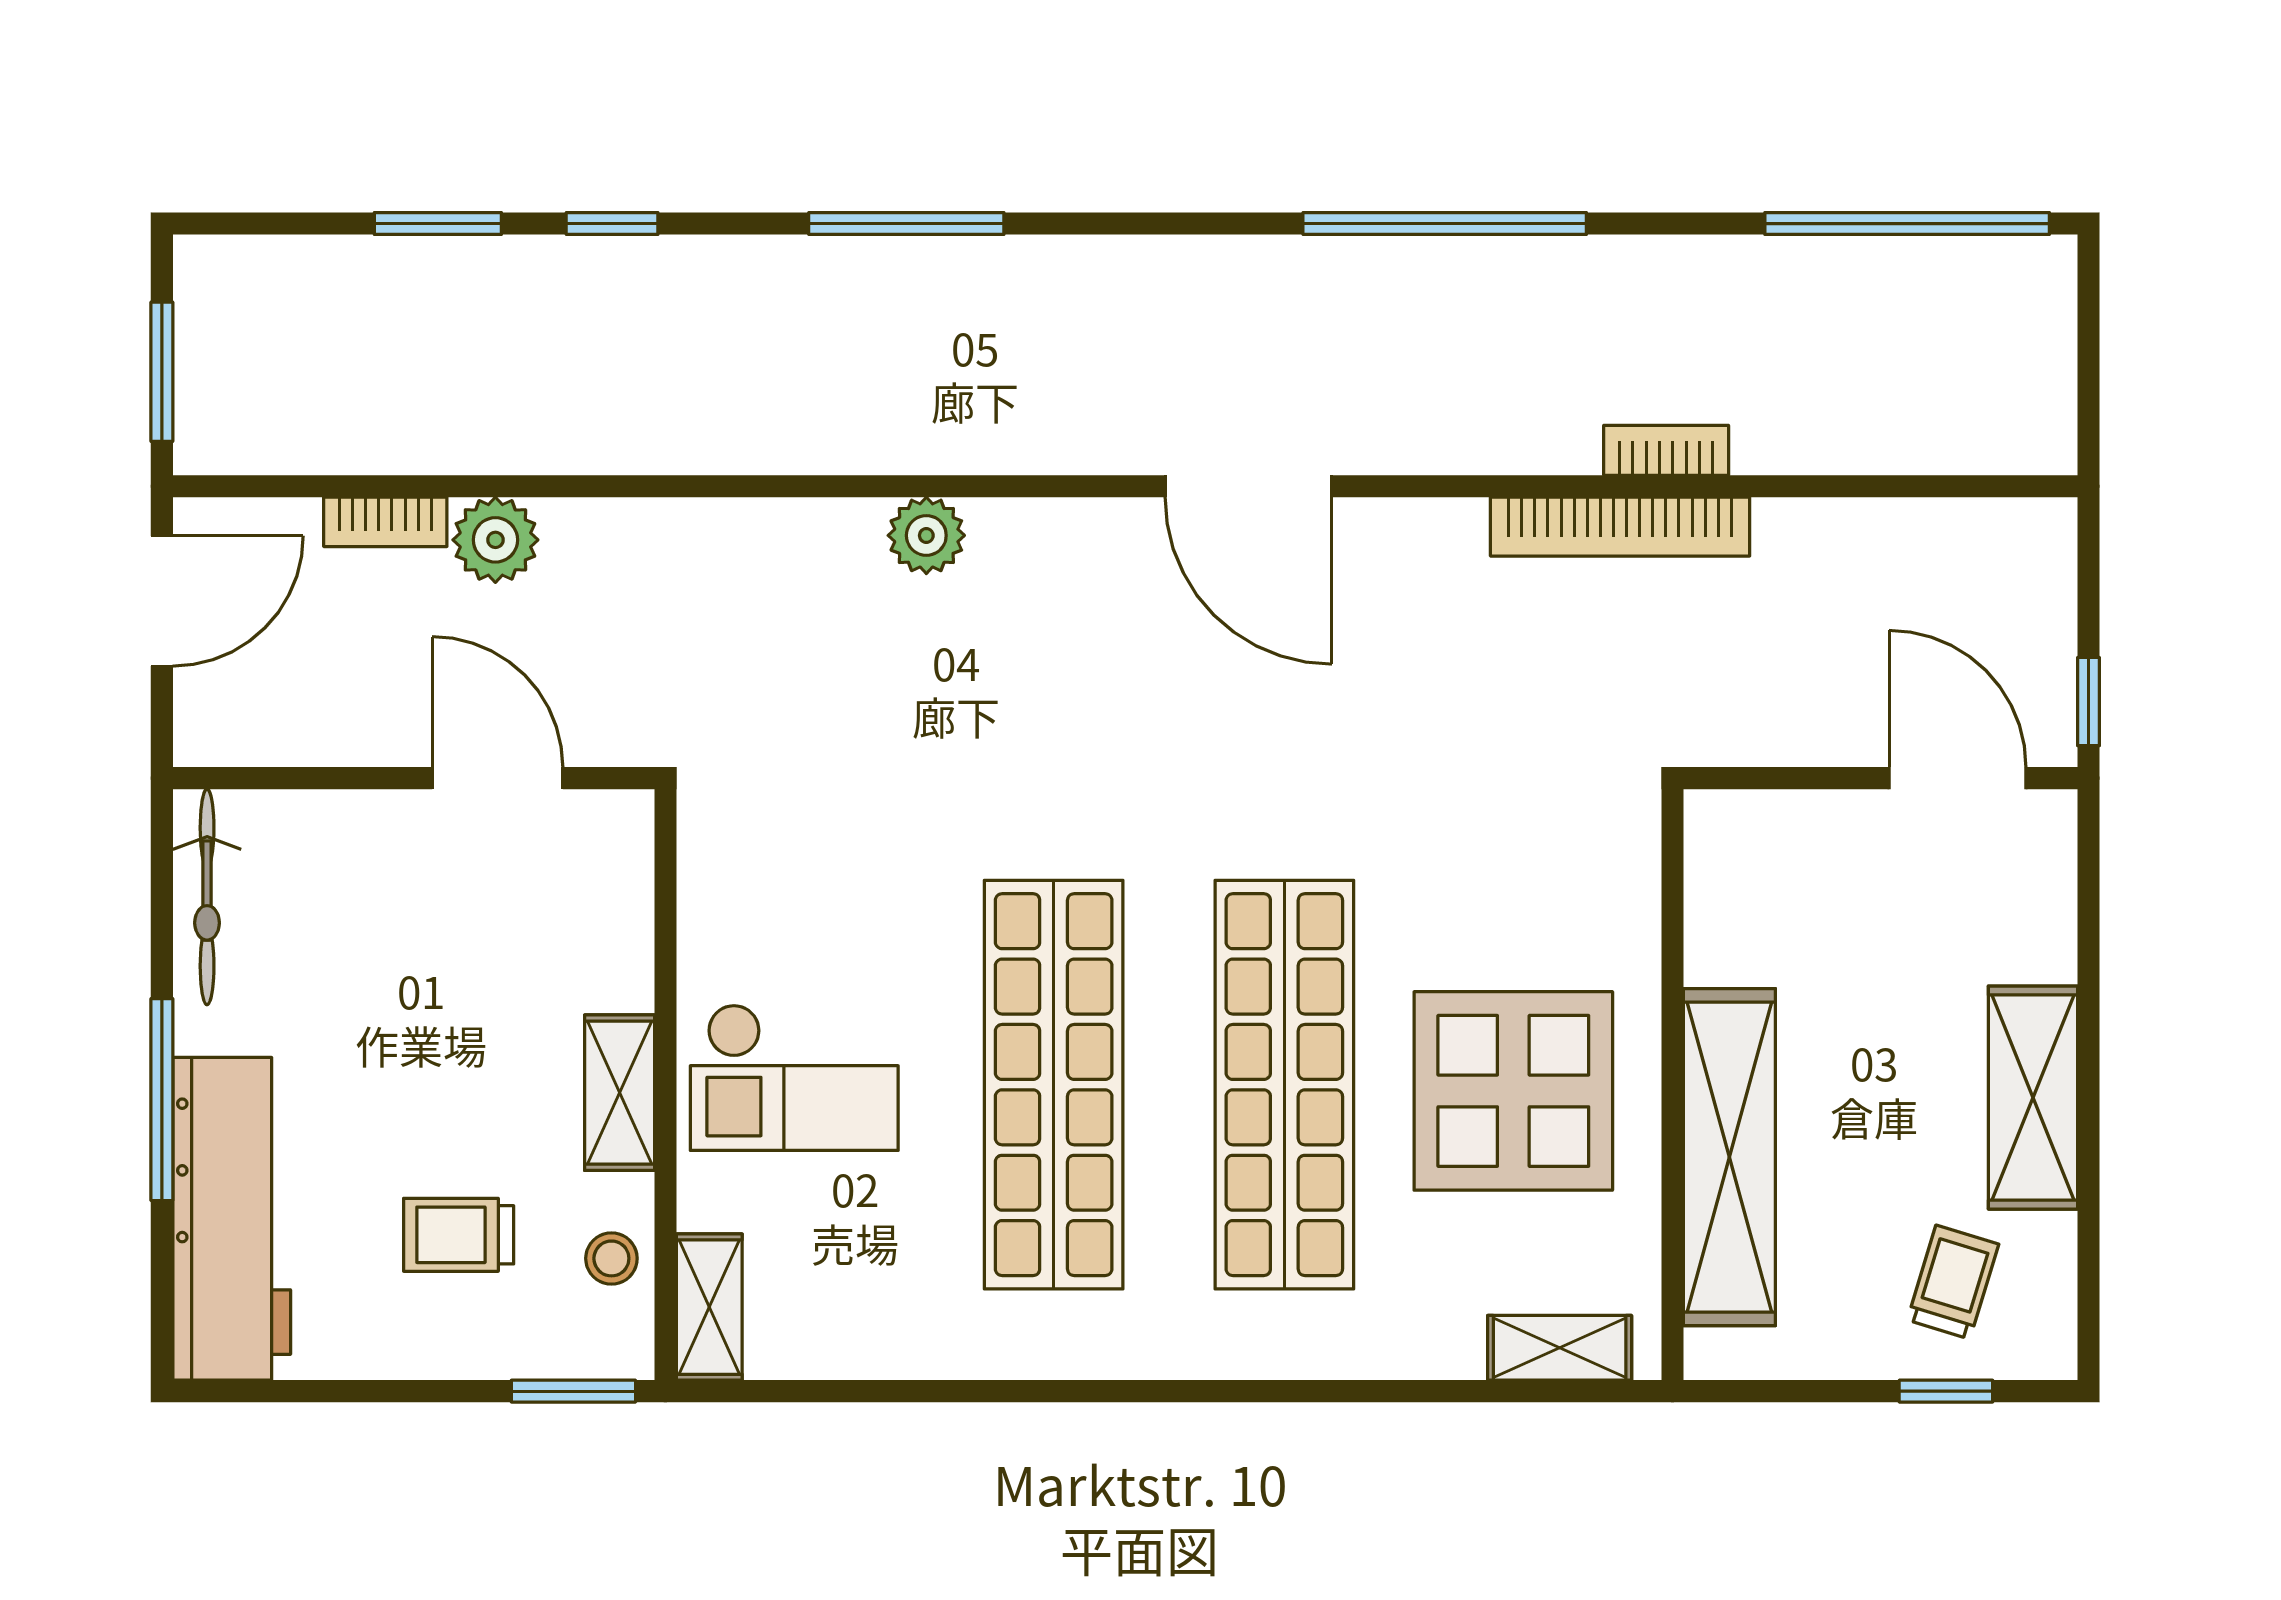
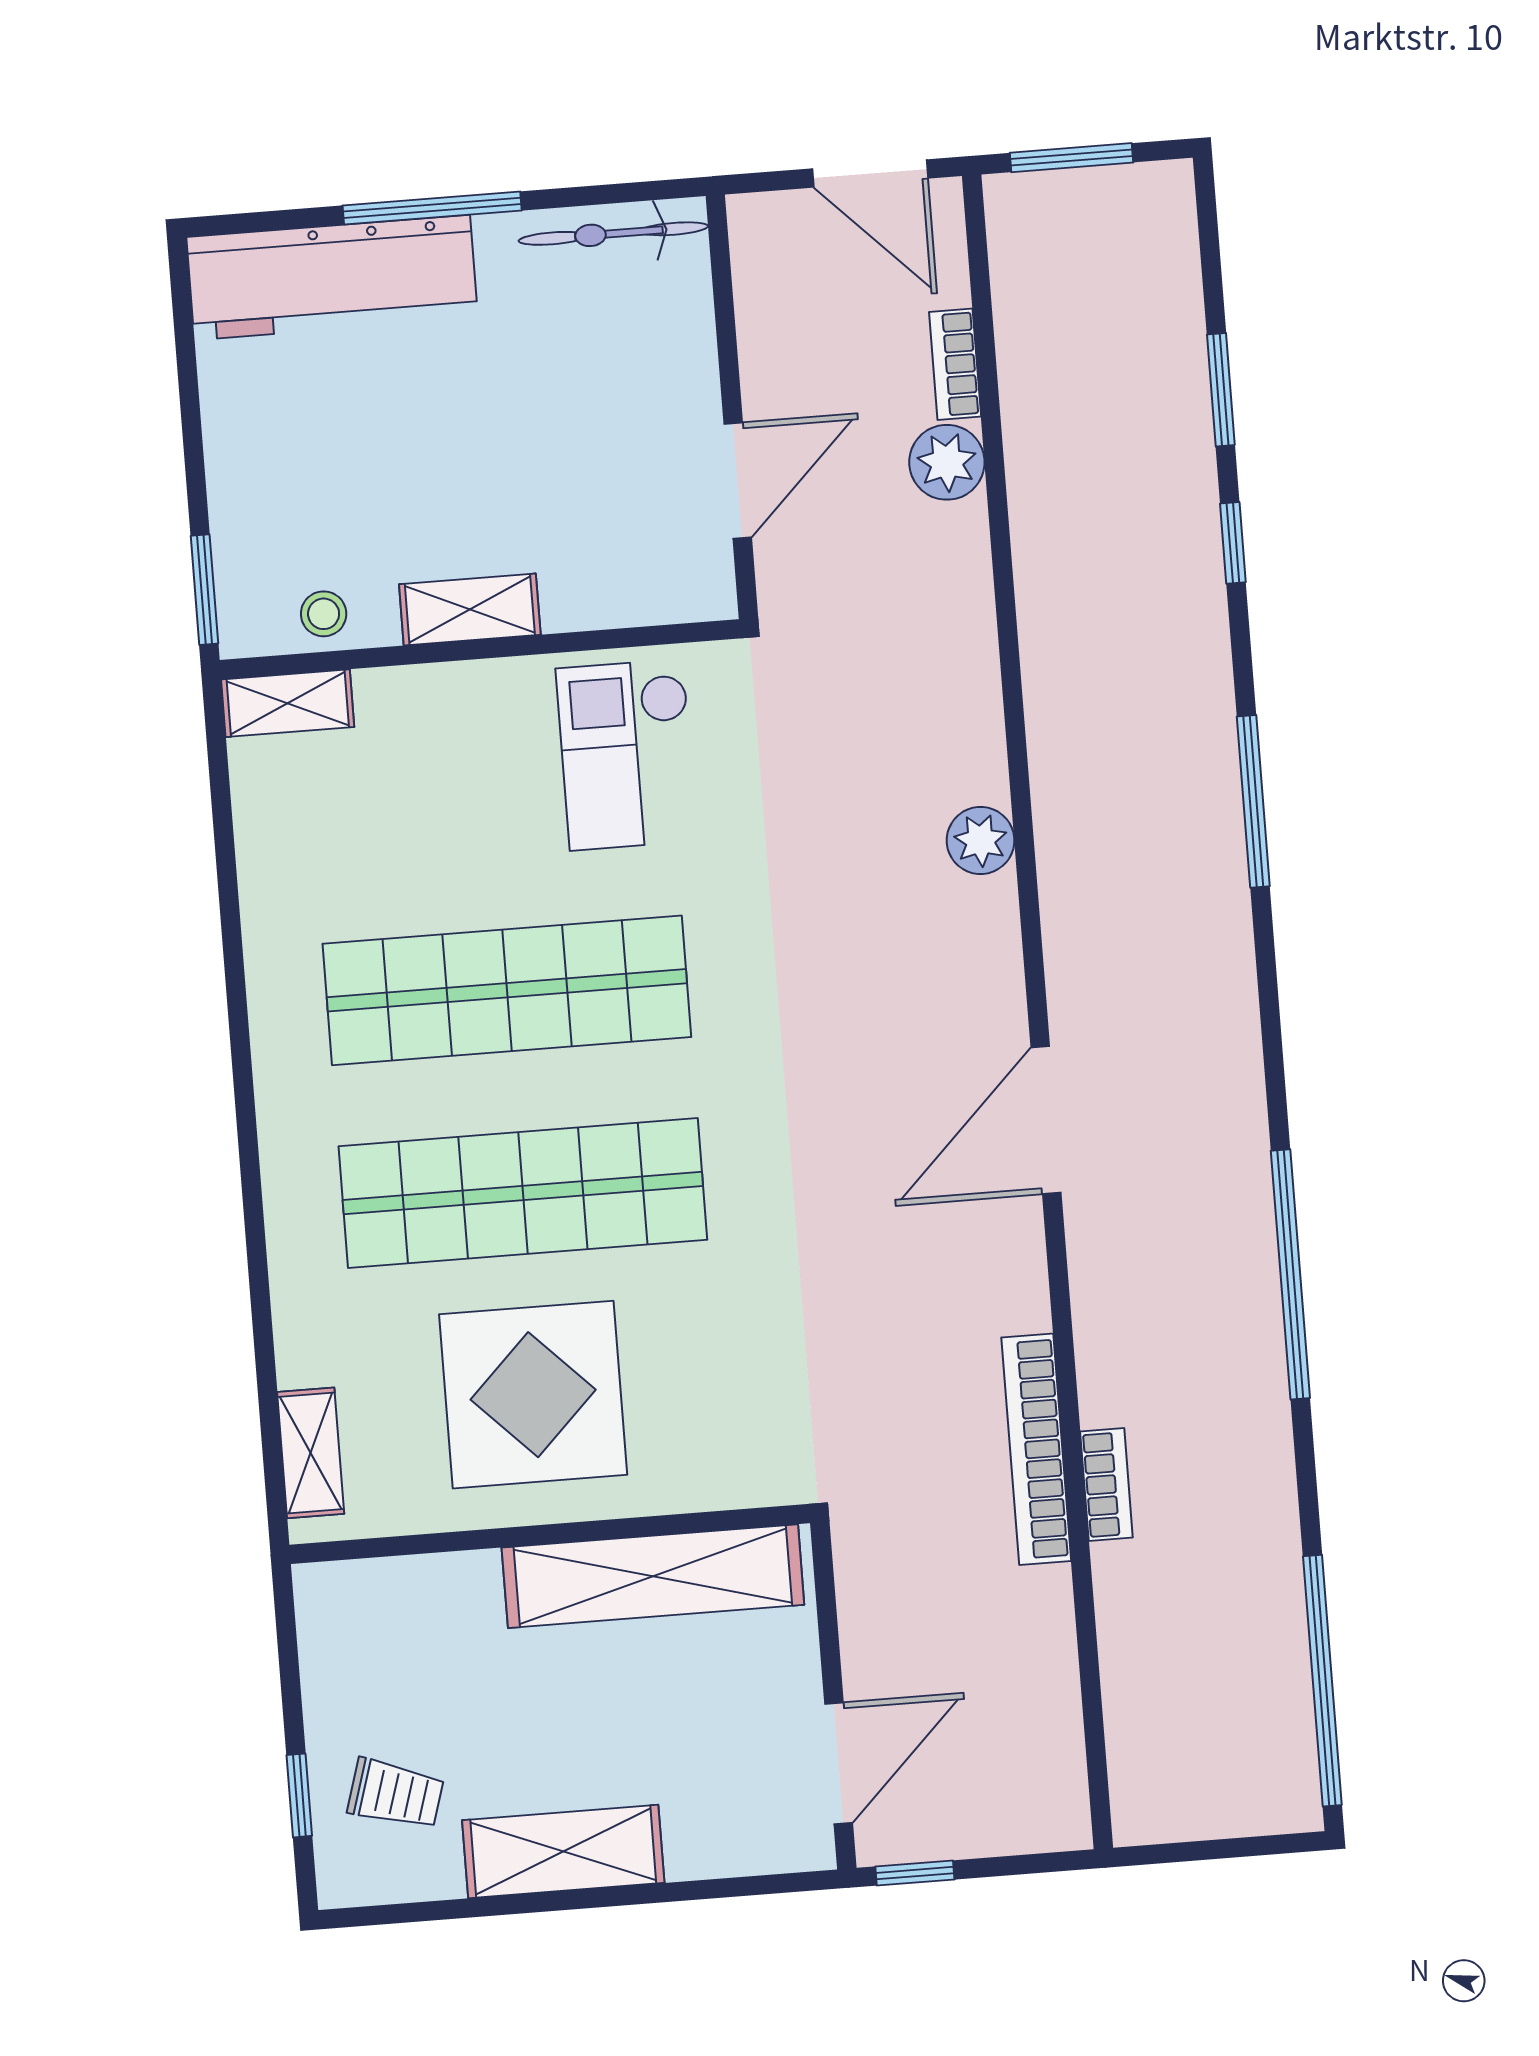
checkout: (794, 1077) -> (627, 755), moved
shelving: (1729, 1157) -> (653, 1576), moved
trolley: (459, 1235) -> (334, 478), removed

